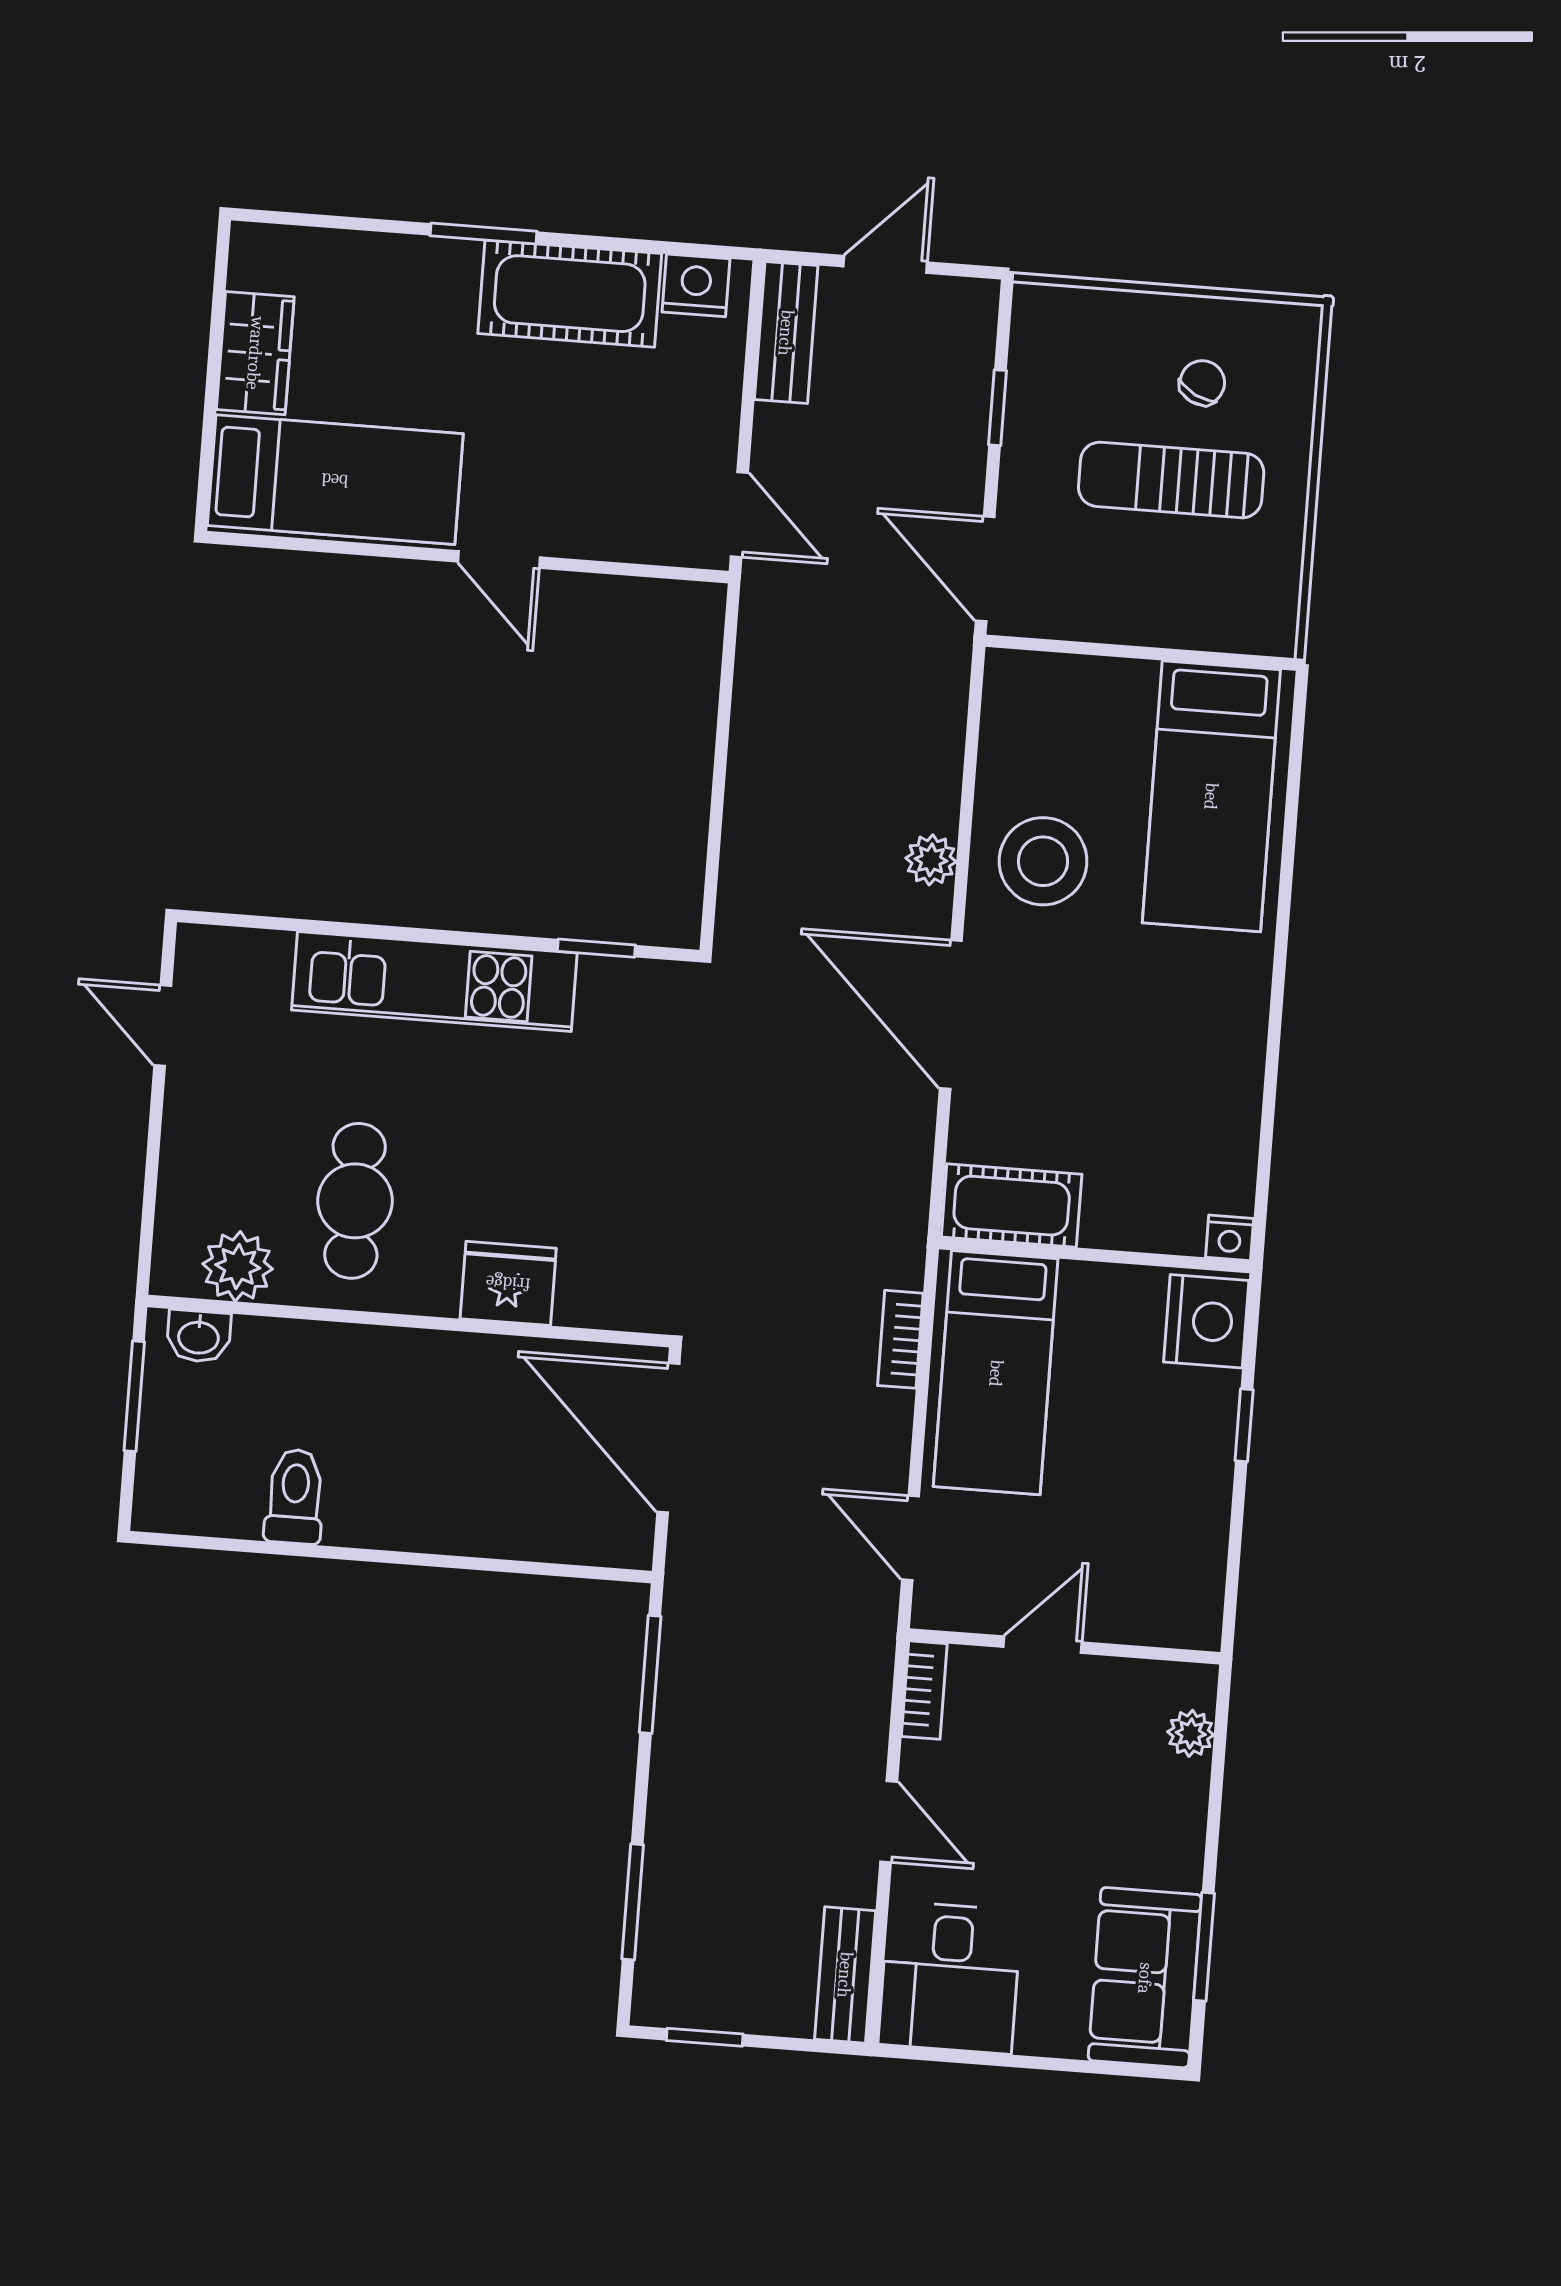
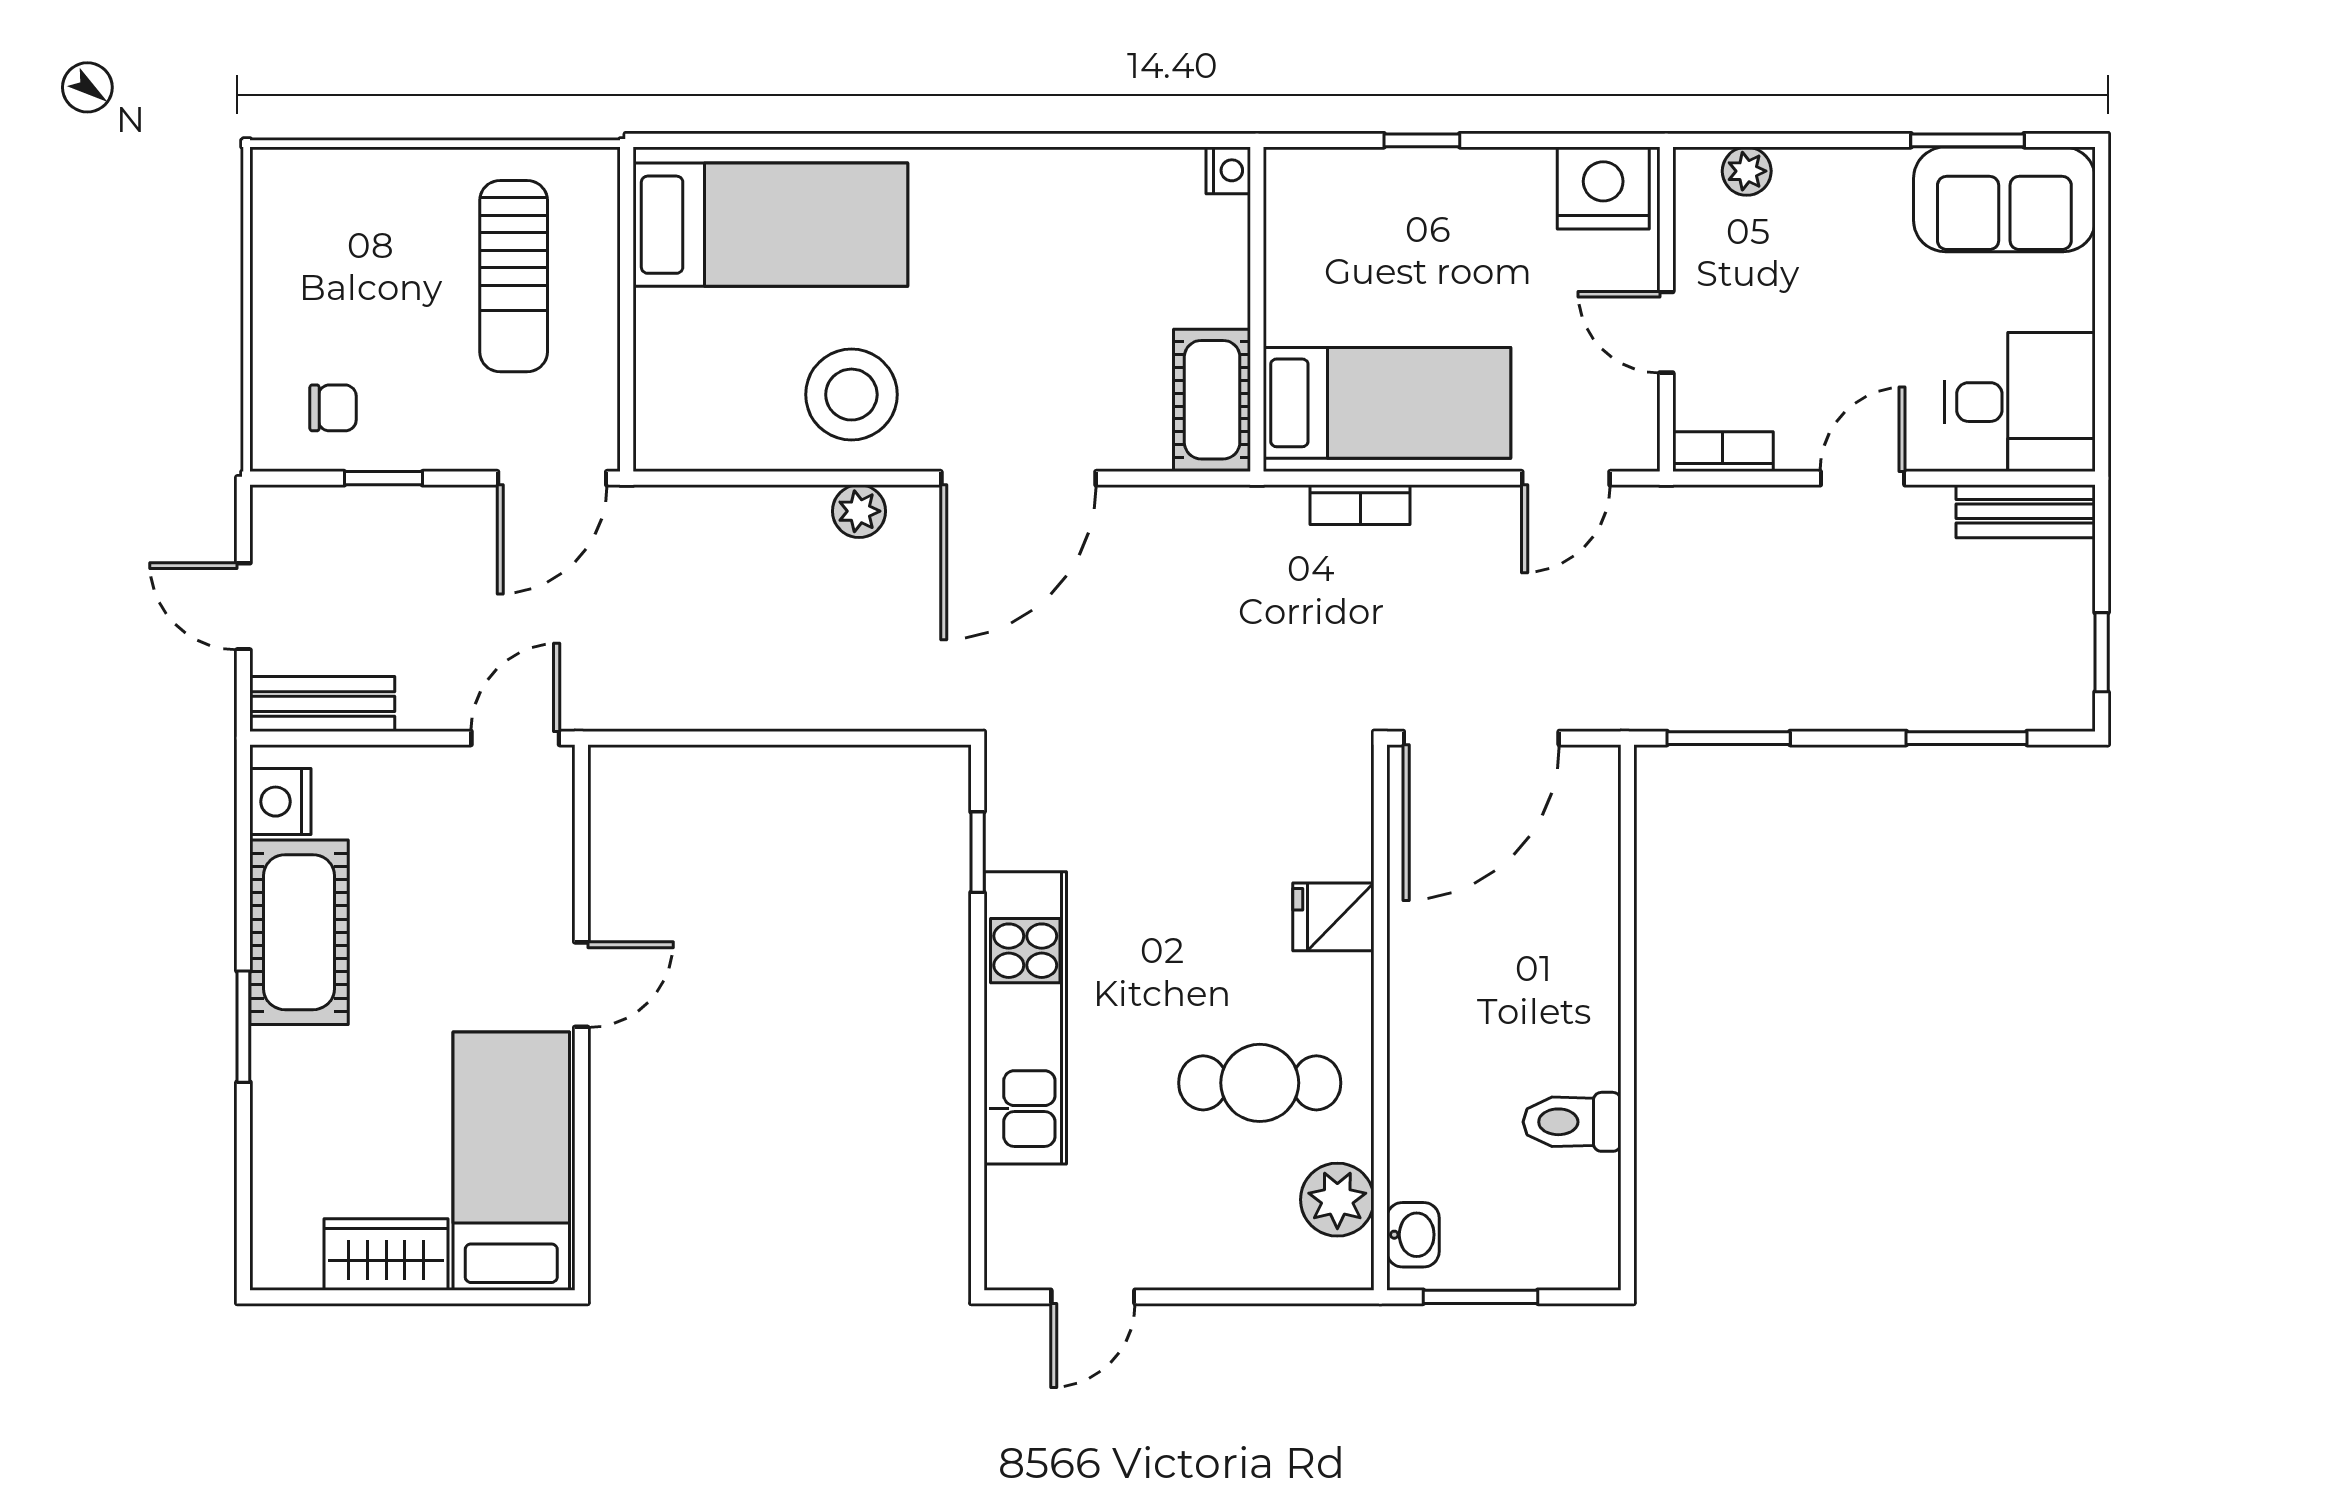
chair: (1202, 383) -> (333, 408), moved, turned 153
sun lounger: (1171, 480) -> (514, 276), moved
fridge: (508, 1283) -> (1333, 917), width x0.72
nightstand: (1206, 1321) -> (1603, 188), moved

